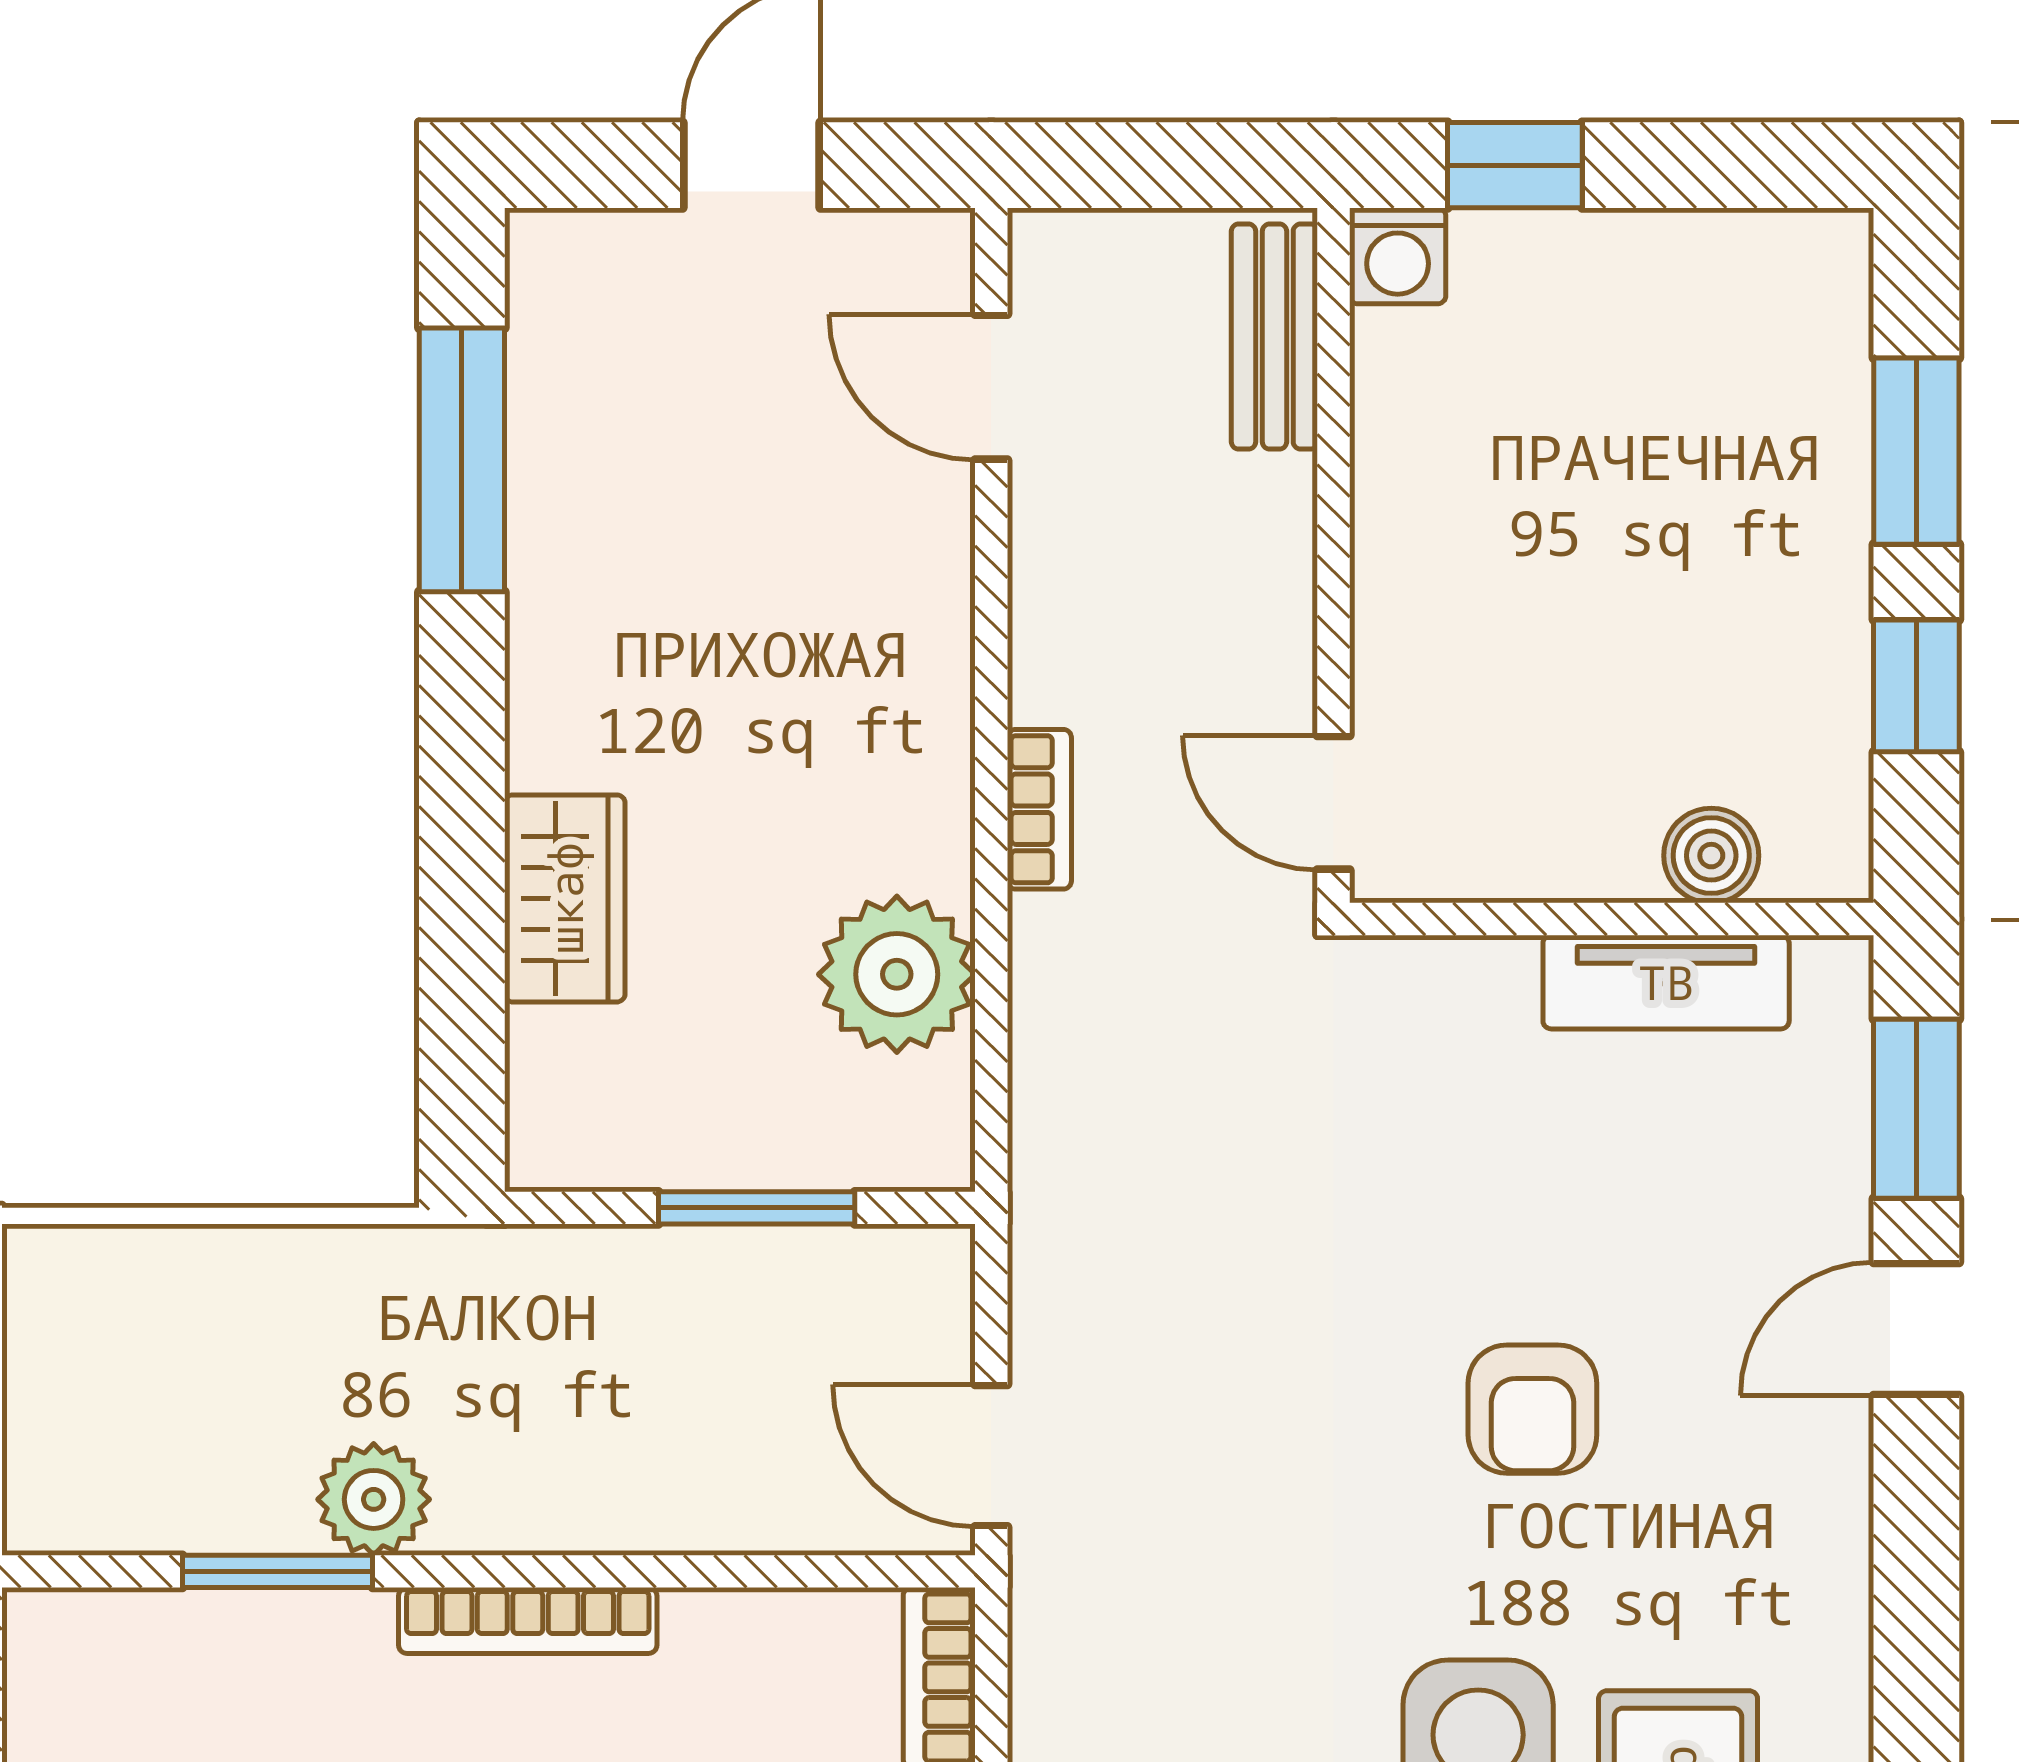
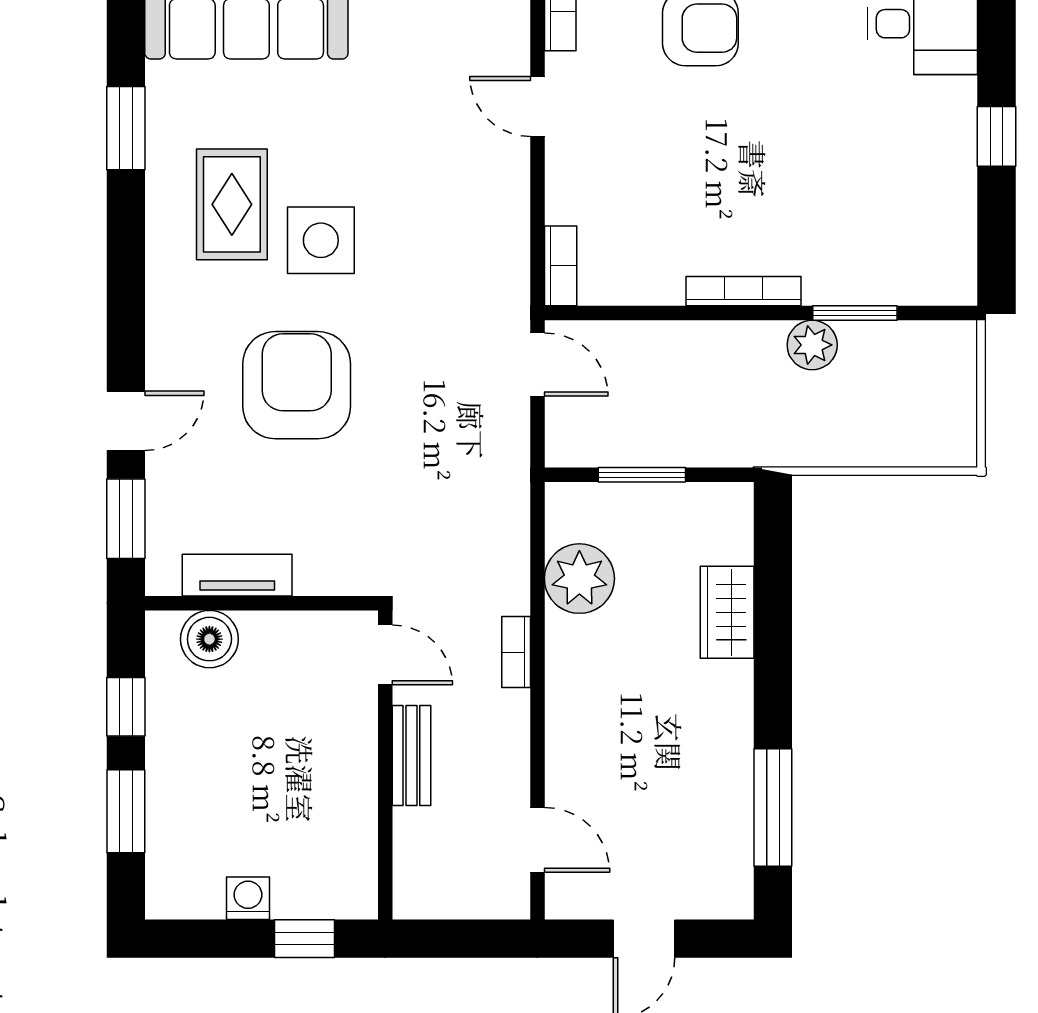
washing machine: (1398, 256) -> (248, 898), moved
bench: (1274, 337) -> (411, 756), moved
boiler: (1711, 856) -> (209, 639), width x1.36, depth x1.36
armchair: (1532, 1409) -> (297, 385), width x1.88, depth x1.88

